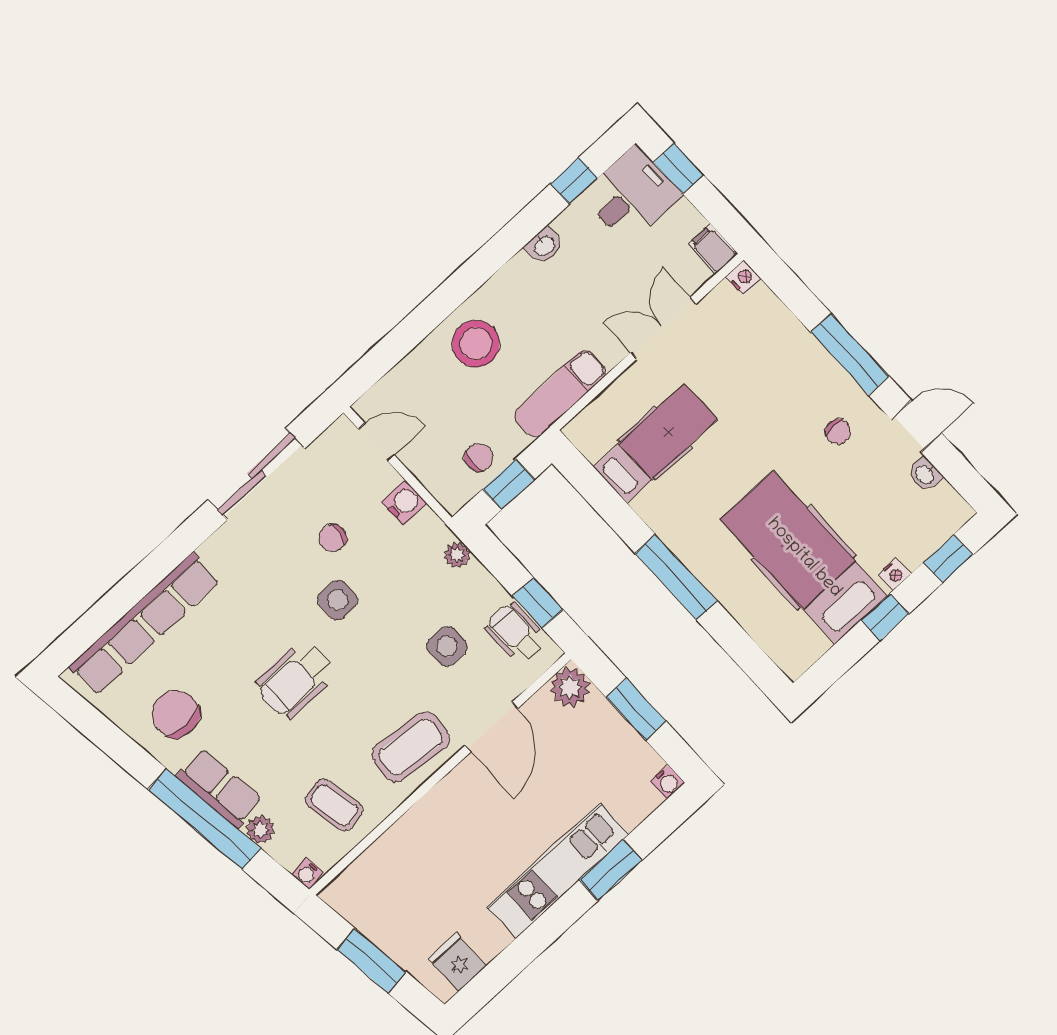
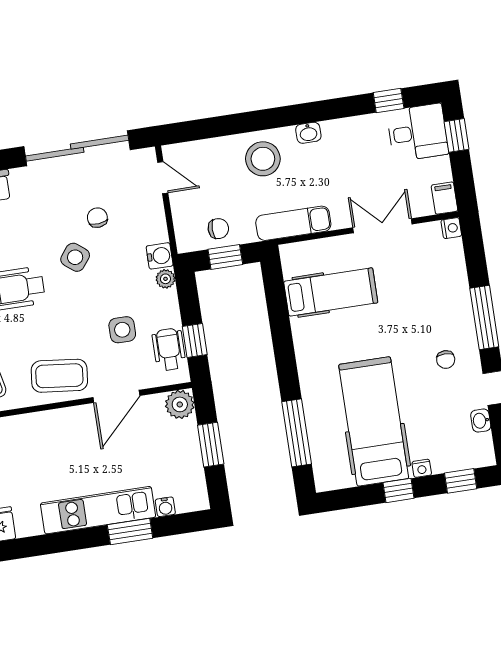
washbasin: (544, 245) -> (308, 133), moved
sliding door: (256, 474) -> (77, 148), width x1.36
water cooler: (404, 503) -> (160, 256), moved
chair: (332, 538) -> (97, 218), turned 73
window: (676, 577) -> (297, 433), moved
side table: (338, 600) -> (75, 257), turned 38
water cooler: (668, 782) -> (165, 507), moved

